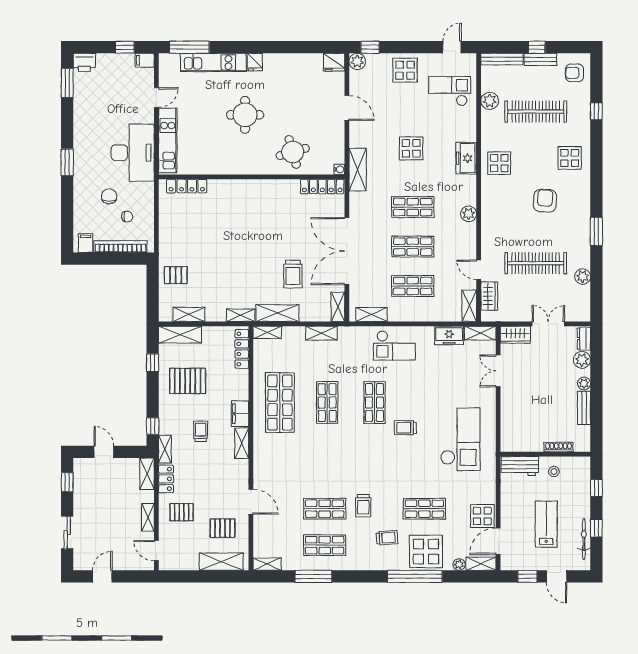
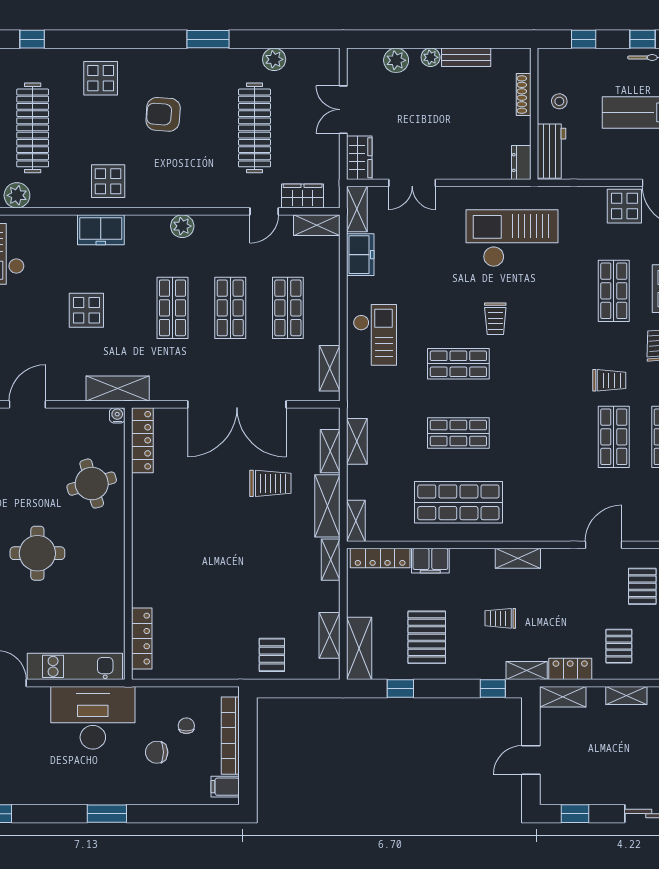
shelving: (338, 307) -> (330, 451), moved, turned 90
dresser: (584, 339) -> (521, 163), moved, turned 90
filing cabinet: (240, 414) -> (430, 561), moved

